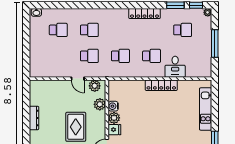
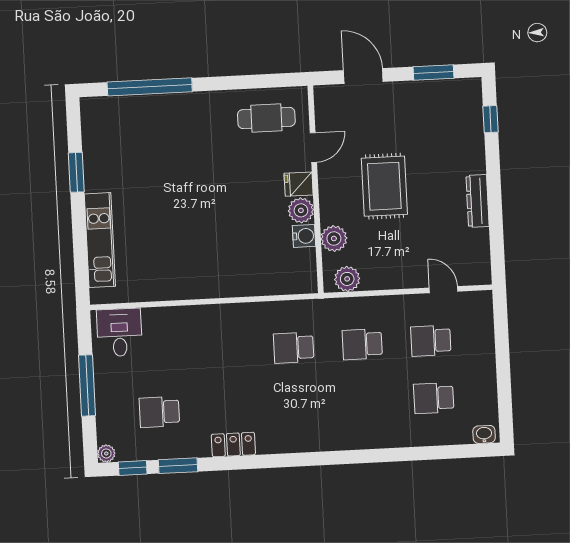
locker: (145, 14) -> (233, 444), width x0.66
school desk: (89, 30) -> (431, 341), moved
school desk: (152, 56) -> (225, 351), removed
desk: (175, 67) -> (119, 332), moved
door: (78, 79) -> (444, 290), moved
locker: (161, 85) -> (200, 288), removed

